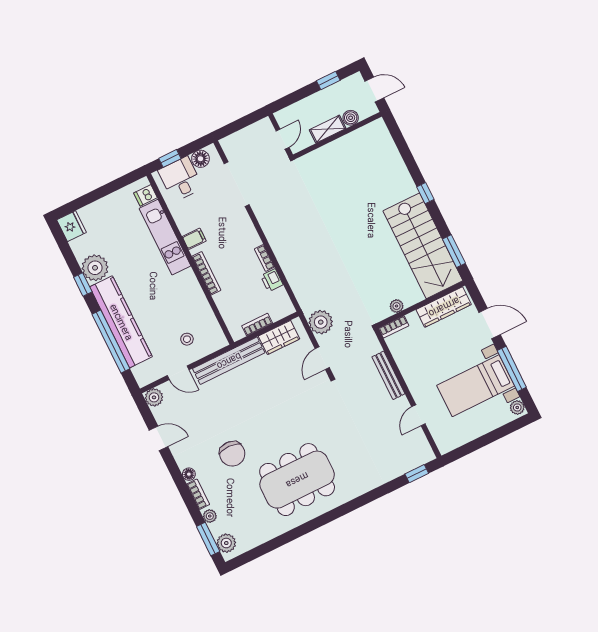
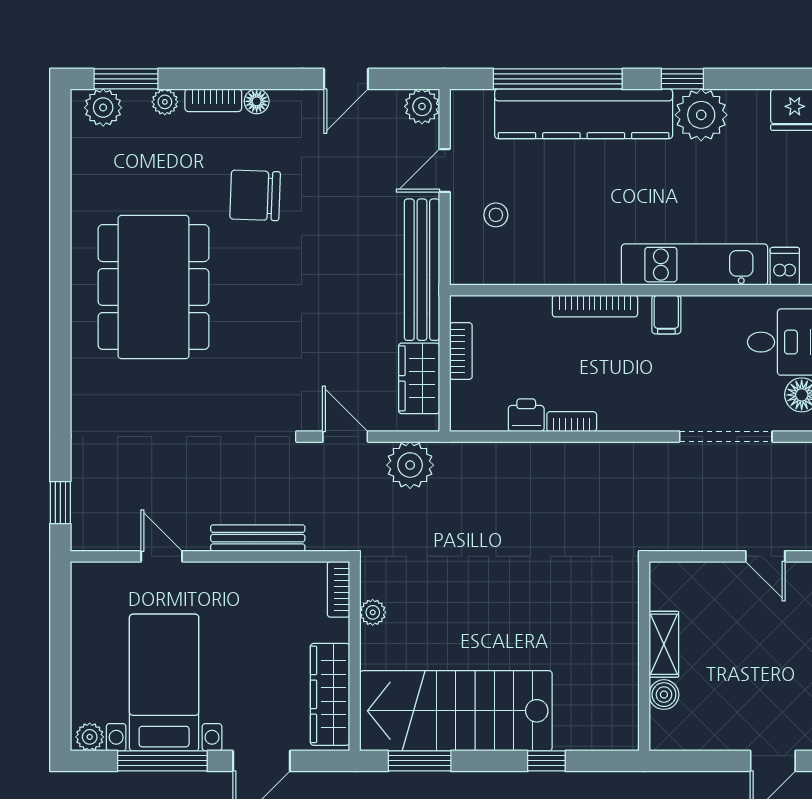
boiler: (351, 118) -> (664, 695), moved
shelving: (328, 129) -> (664, 644), moved
wall: (337, 135) -> (644, 656), moved

